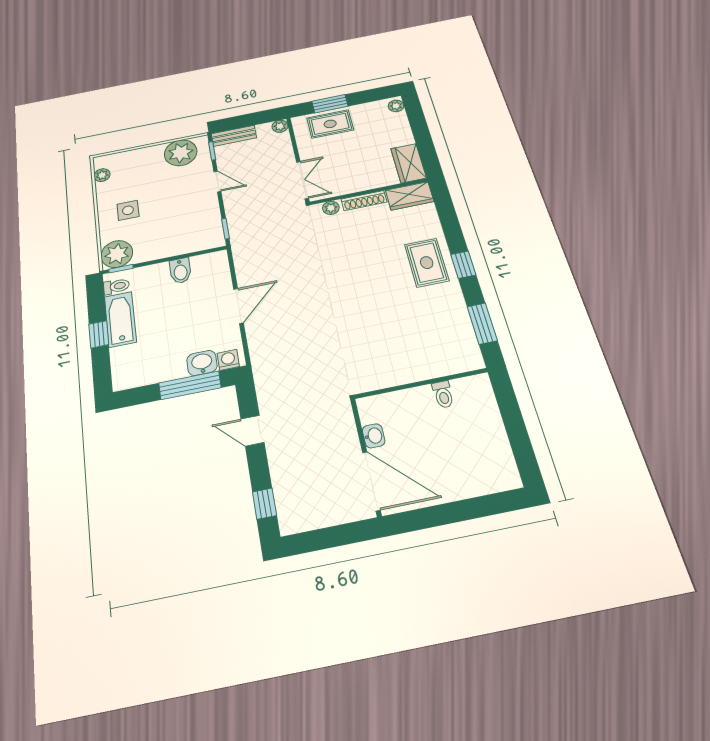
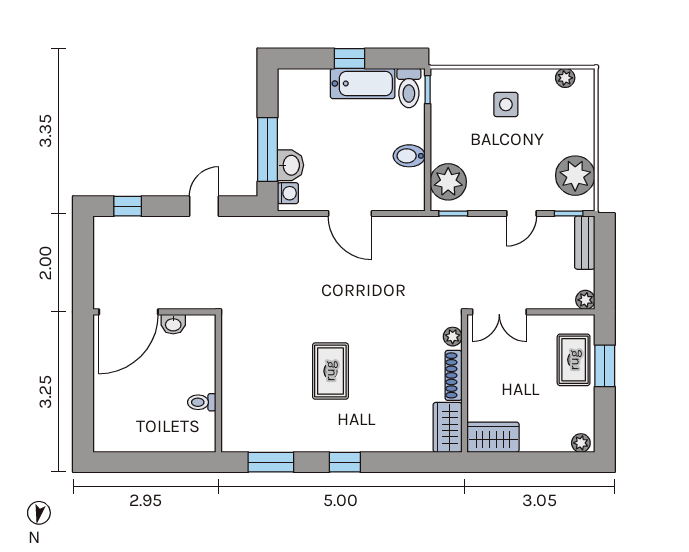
plant: (117, 254) -> (448, 182), moved
rug: (427, 263) -> (330, 371), moved, turned 90
toilet: (116, 286) -> (409, 88), width x1.37, depth x1.39

